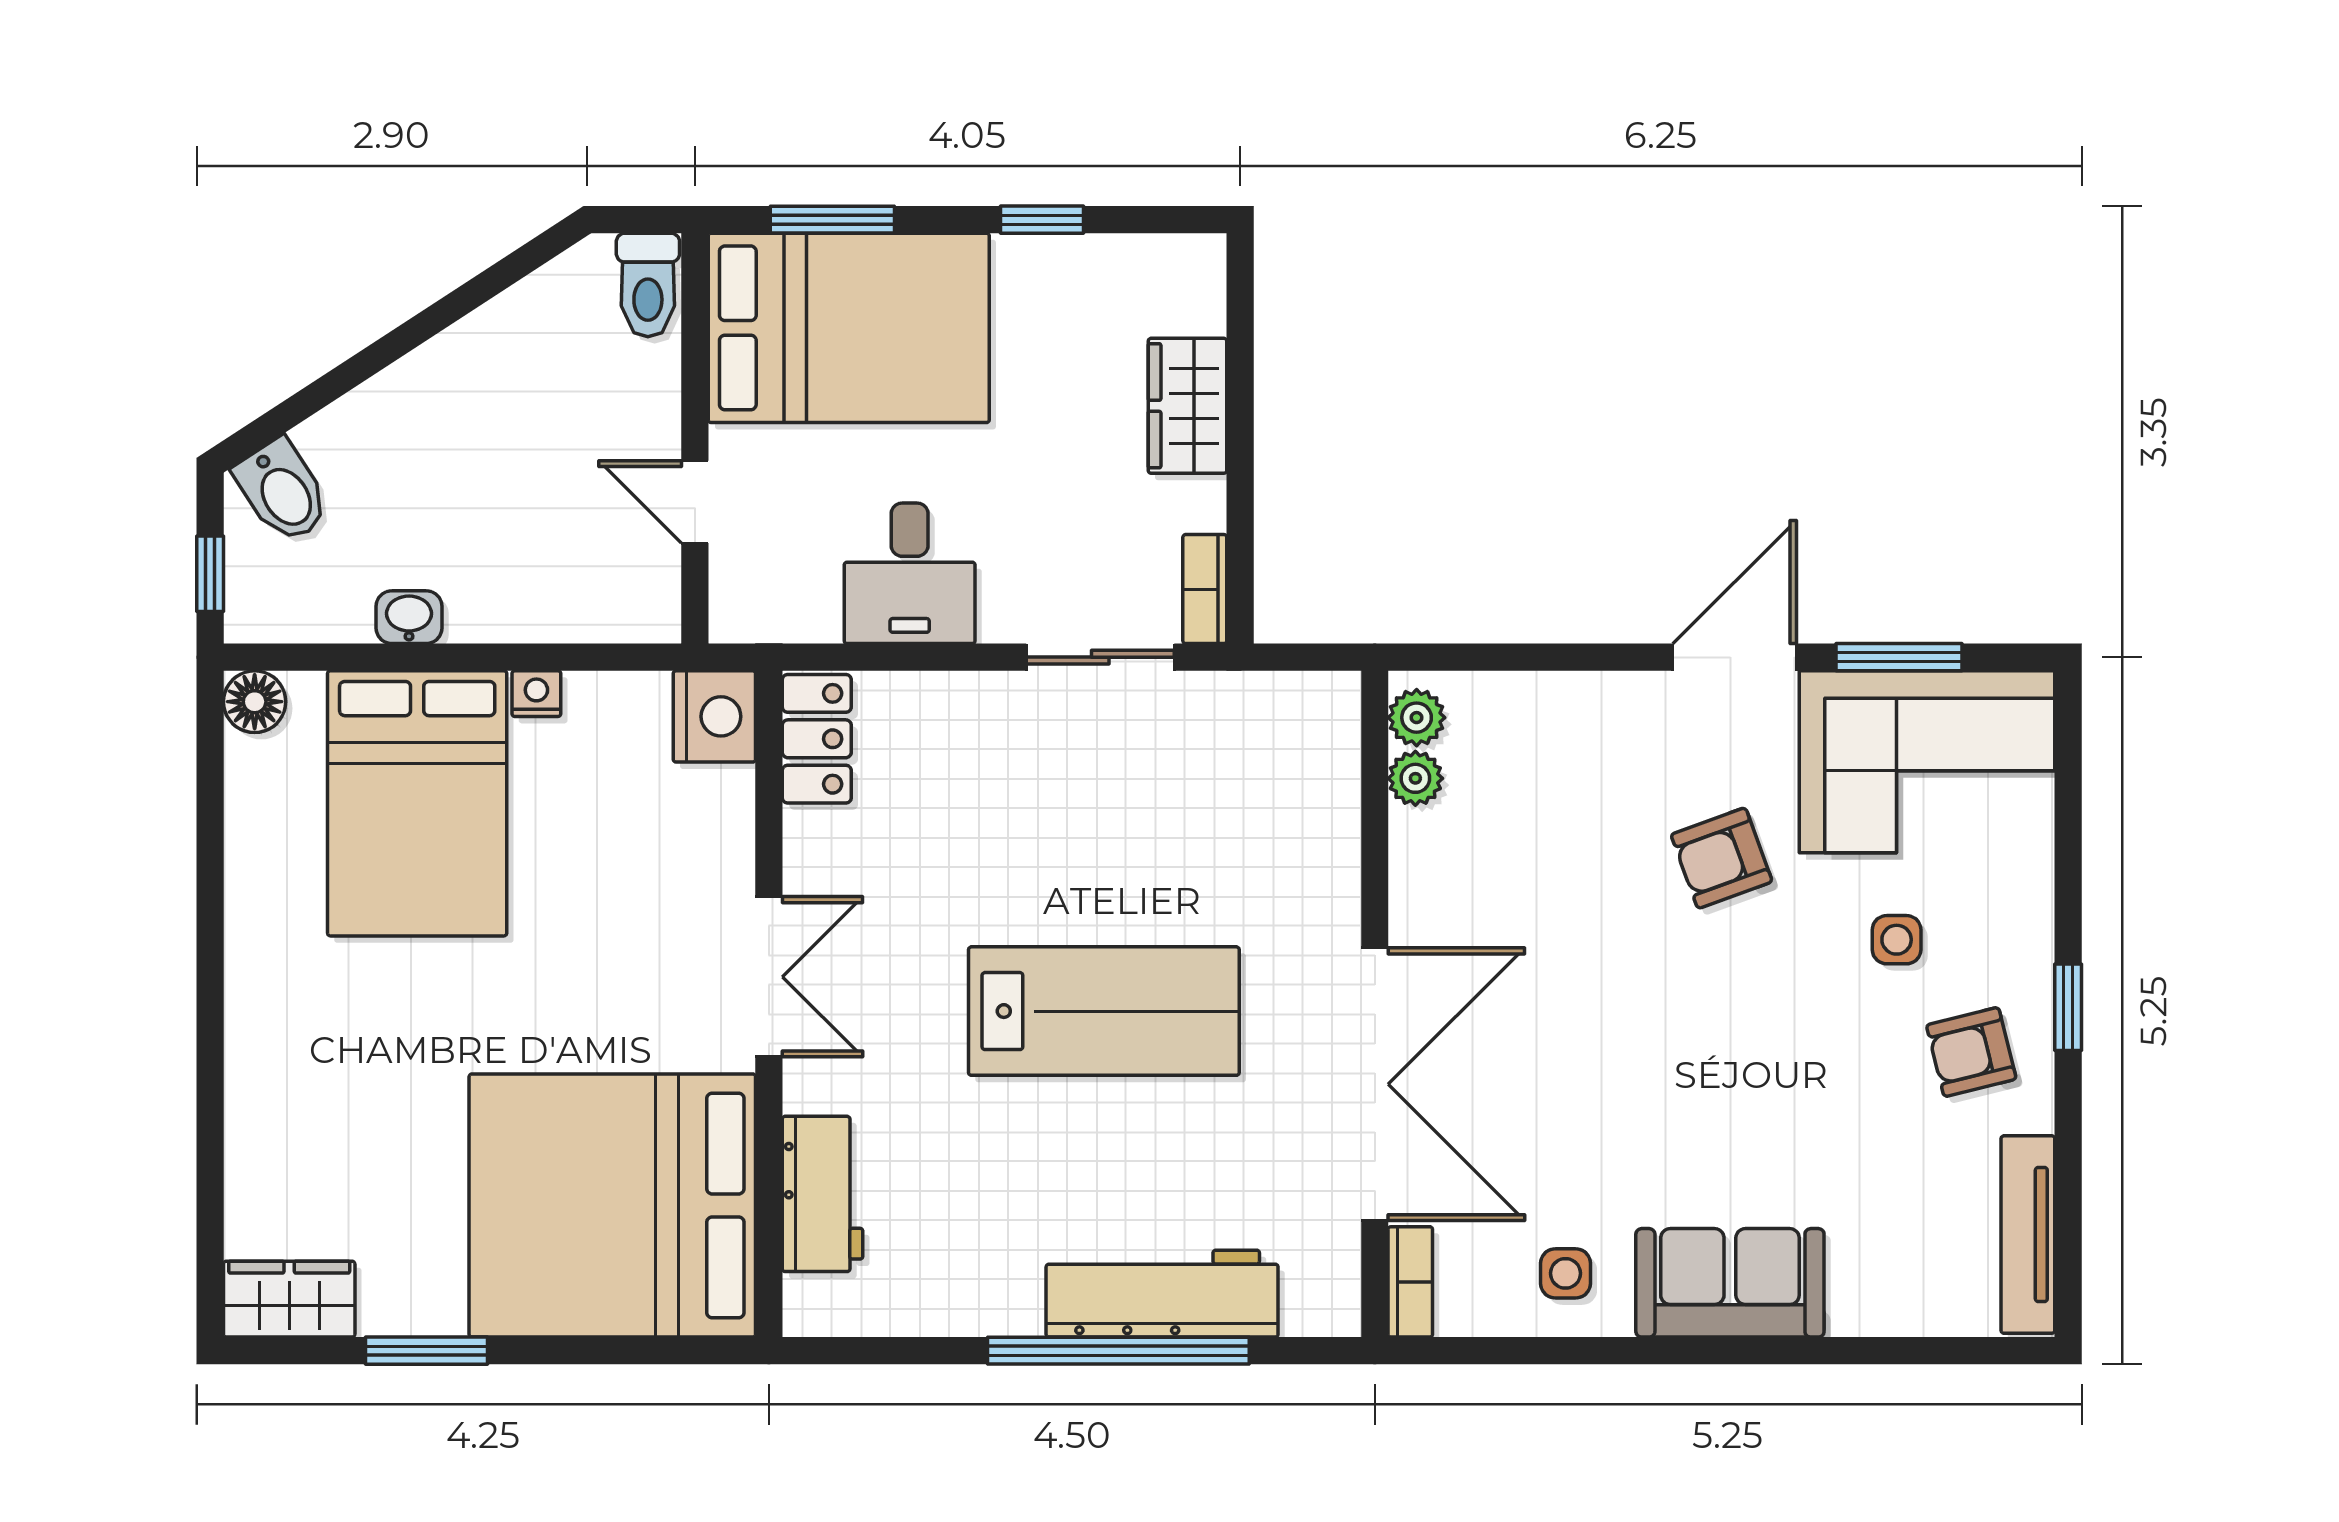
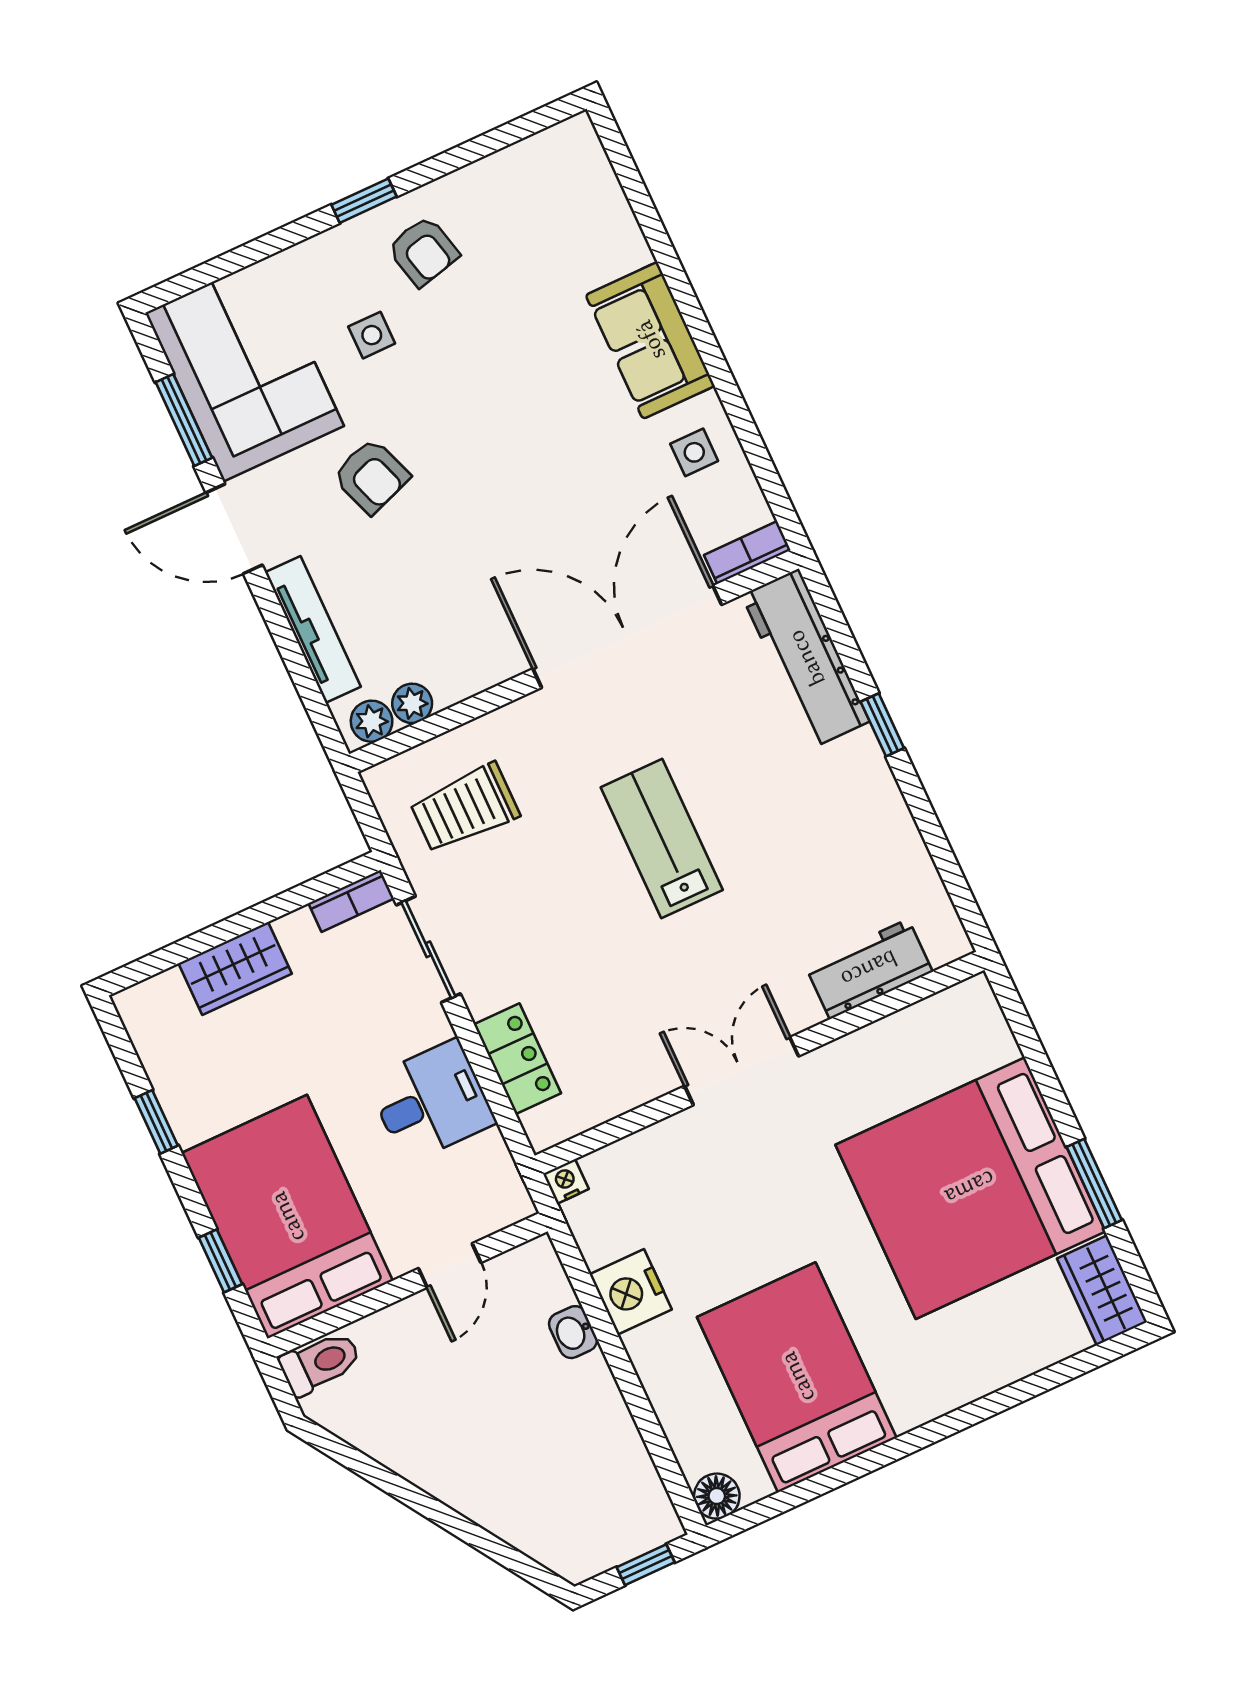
window: (832, 220) -> (220, 1261), width x0.67
bidet: (283, 491) -> (569, 1542), removed
washbasin: (409, 617) -> (573, 1332), moved
nightstand: (536, 694) -> (631, 1292), width x1.89, depth x1.79
nightstand: (714, 716) -> (566, 1181), width x0.53, depth x0.56
locker: (817, 739) -> (517, 1059), moved, turned 90
trolley: (1255, 783) -> (465, 808), added
bed: (417, 803) -> (797, 1377), moved, turned -90
lab bench: (1104, 1011) -> (662, 839), width x0.73, depth x0.72
bed: (612, 1205) -> (970, 1188), moved, turned 90
tv unit: (2028, 1235) -> (313, 629), moved, turned -90
workbench: (1162, 1294) -> (806, 658), moved
window: (1118, 1351) -> (882, 725), width x0.32

